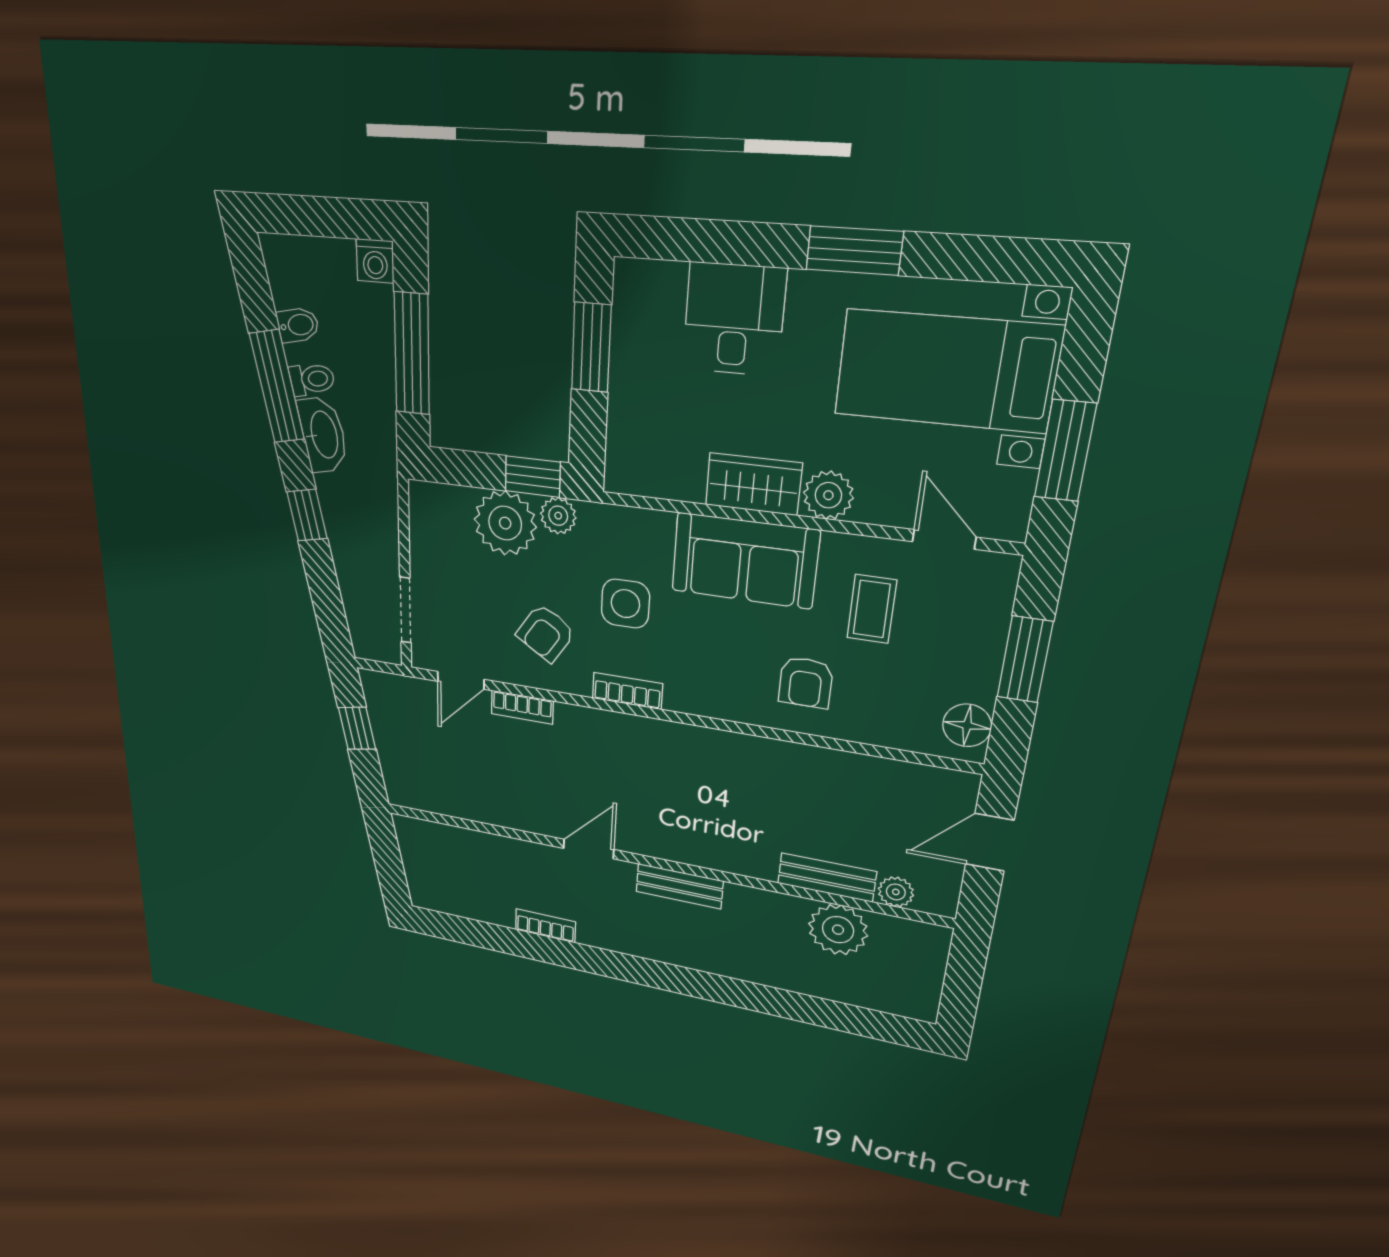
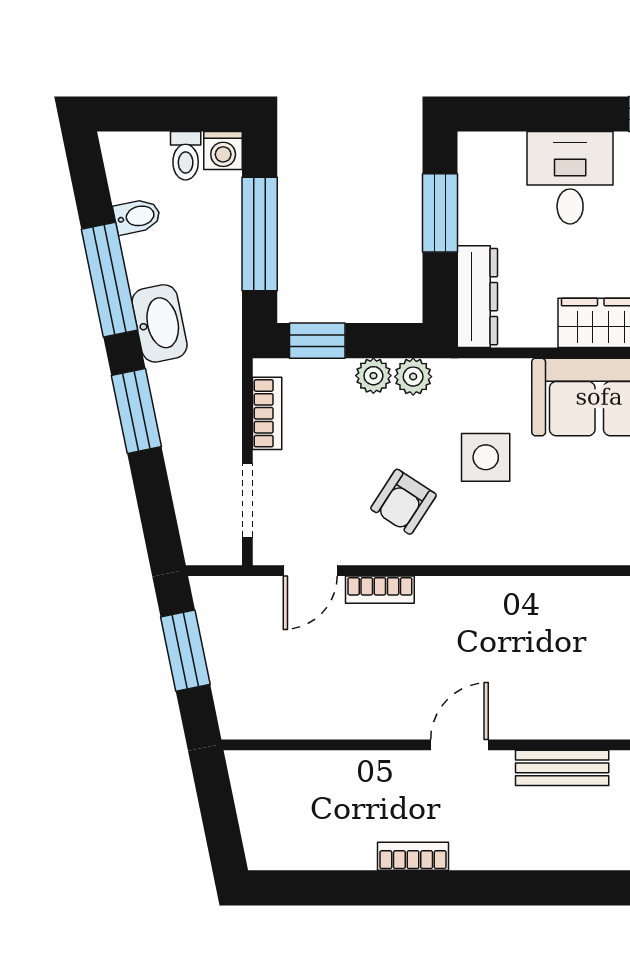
toilet: (312, 379) -> (186, 156), moved, turned 102
dresser: (626, 442) -> (477, 297), added
window: (533, 477) -> (317, 341), moved
window: (307, 515) -> (136, 411), width x1.50
plant: (505, 523) -> (373, 376), width x0.53, depth x0.53
bookcase: (627, 691) -> (267, 413), moved, turned 90
window: (357, 728) -> (185, 651), width x1.50

